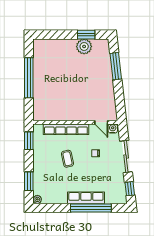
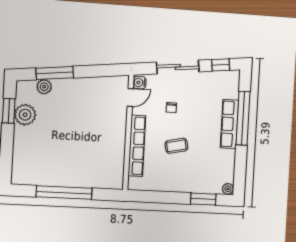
plant: (105, 59) -> (44, 87), added
window: (29, 141) -> (150, 197), removed

